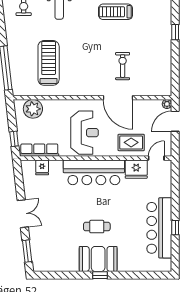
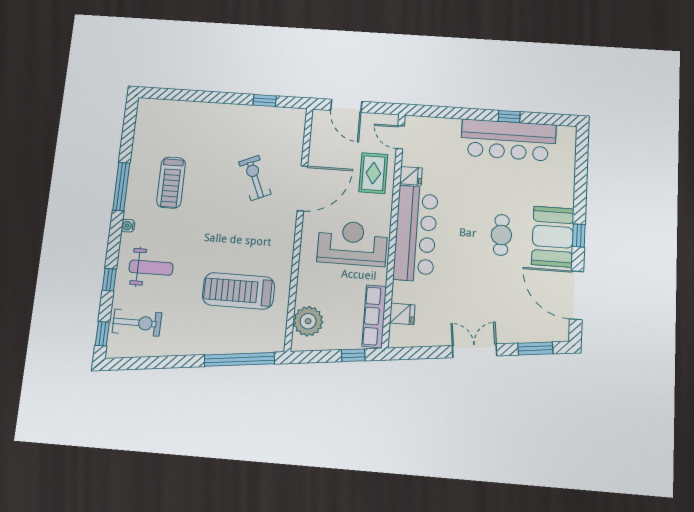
window: (175, 32) -> (265, 100), moved
exercise bike: (123, 66) -> (255, 178), turned 67
plant: (167, 104) -> (319, 116), removed
fridge: (136, 169) -> (411, 176), width x0.53, depth x0.75
door: (62, 275) -> (577, 295), added

